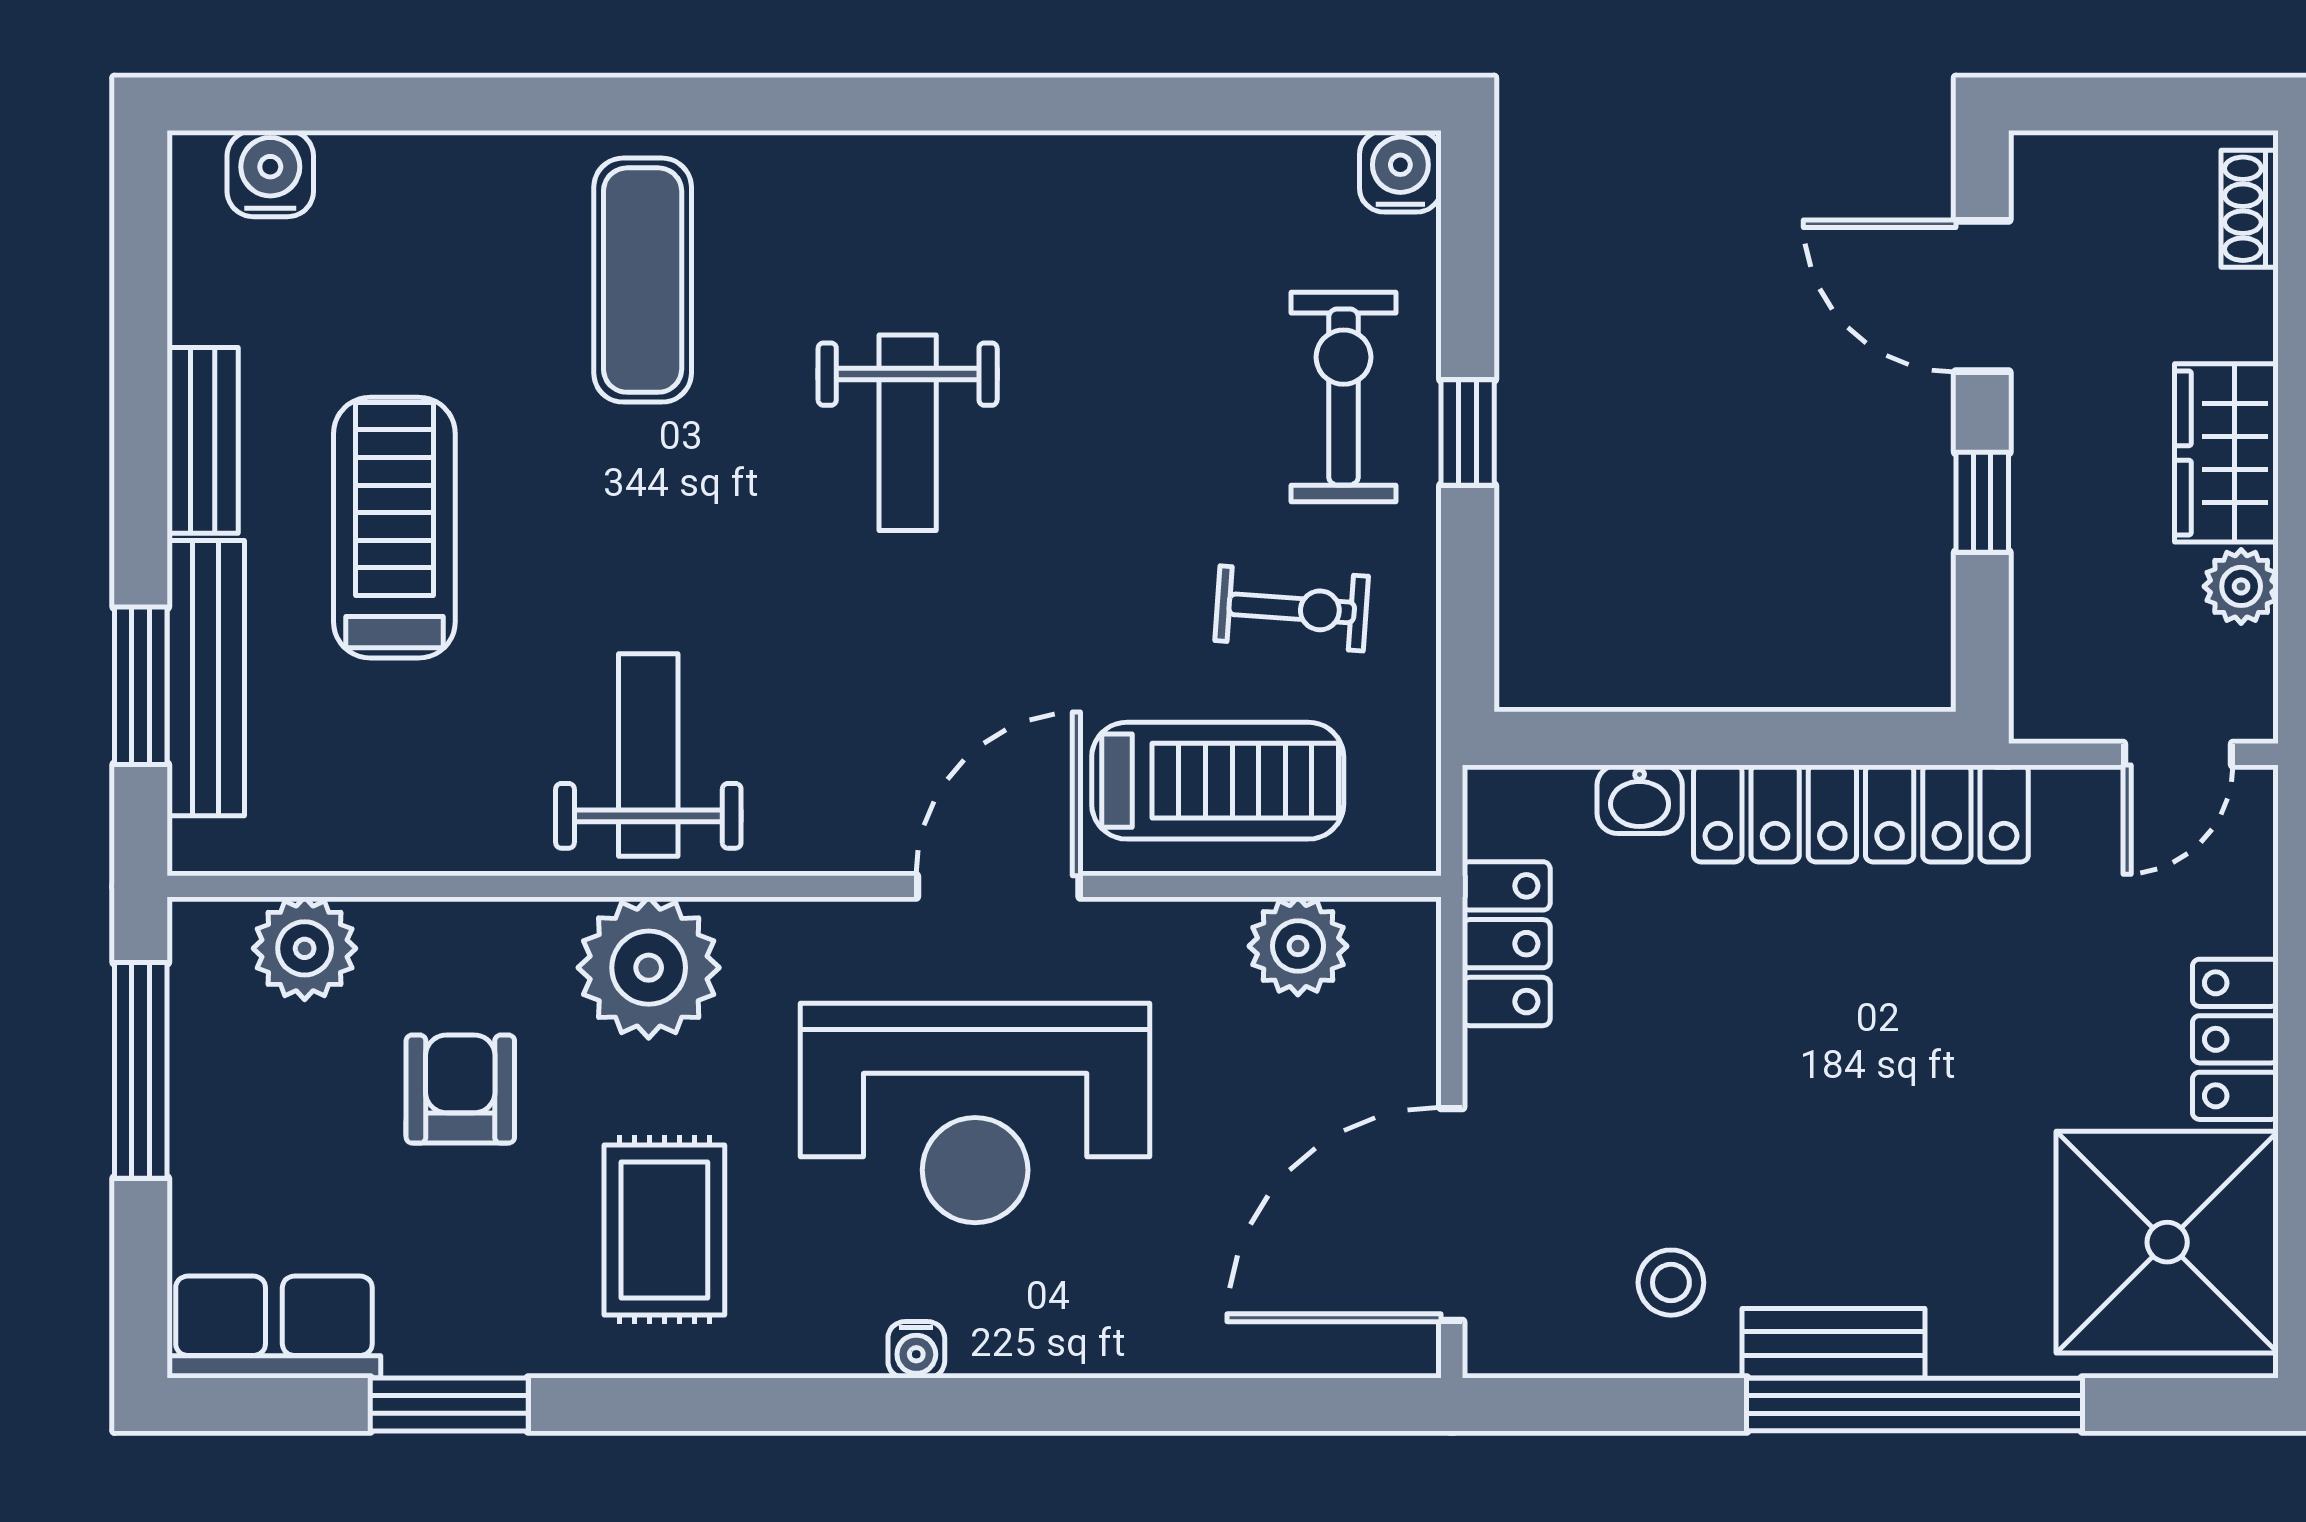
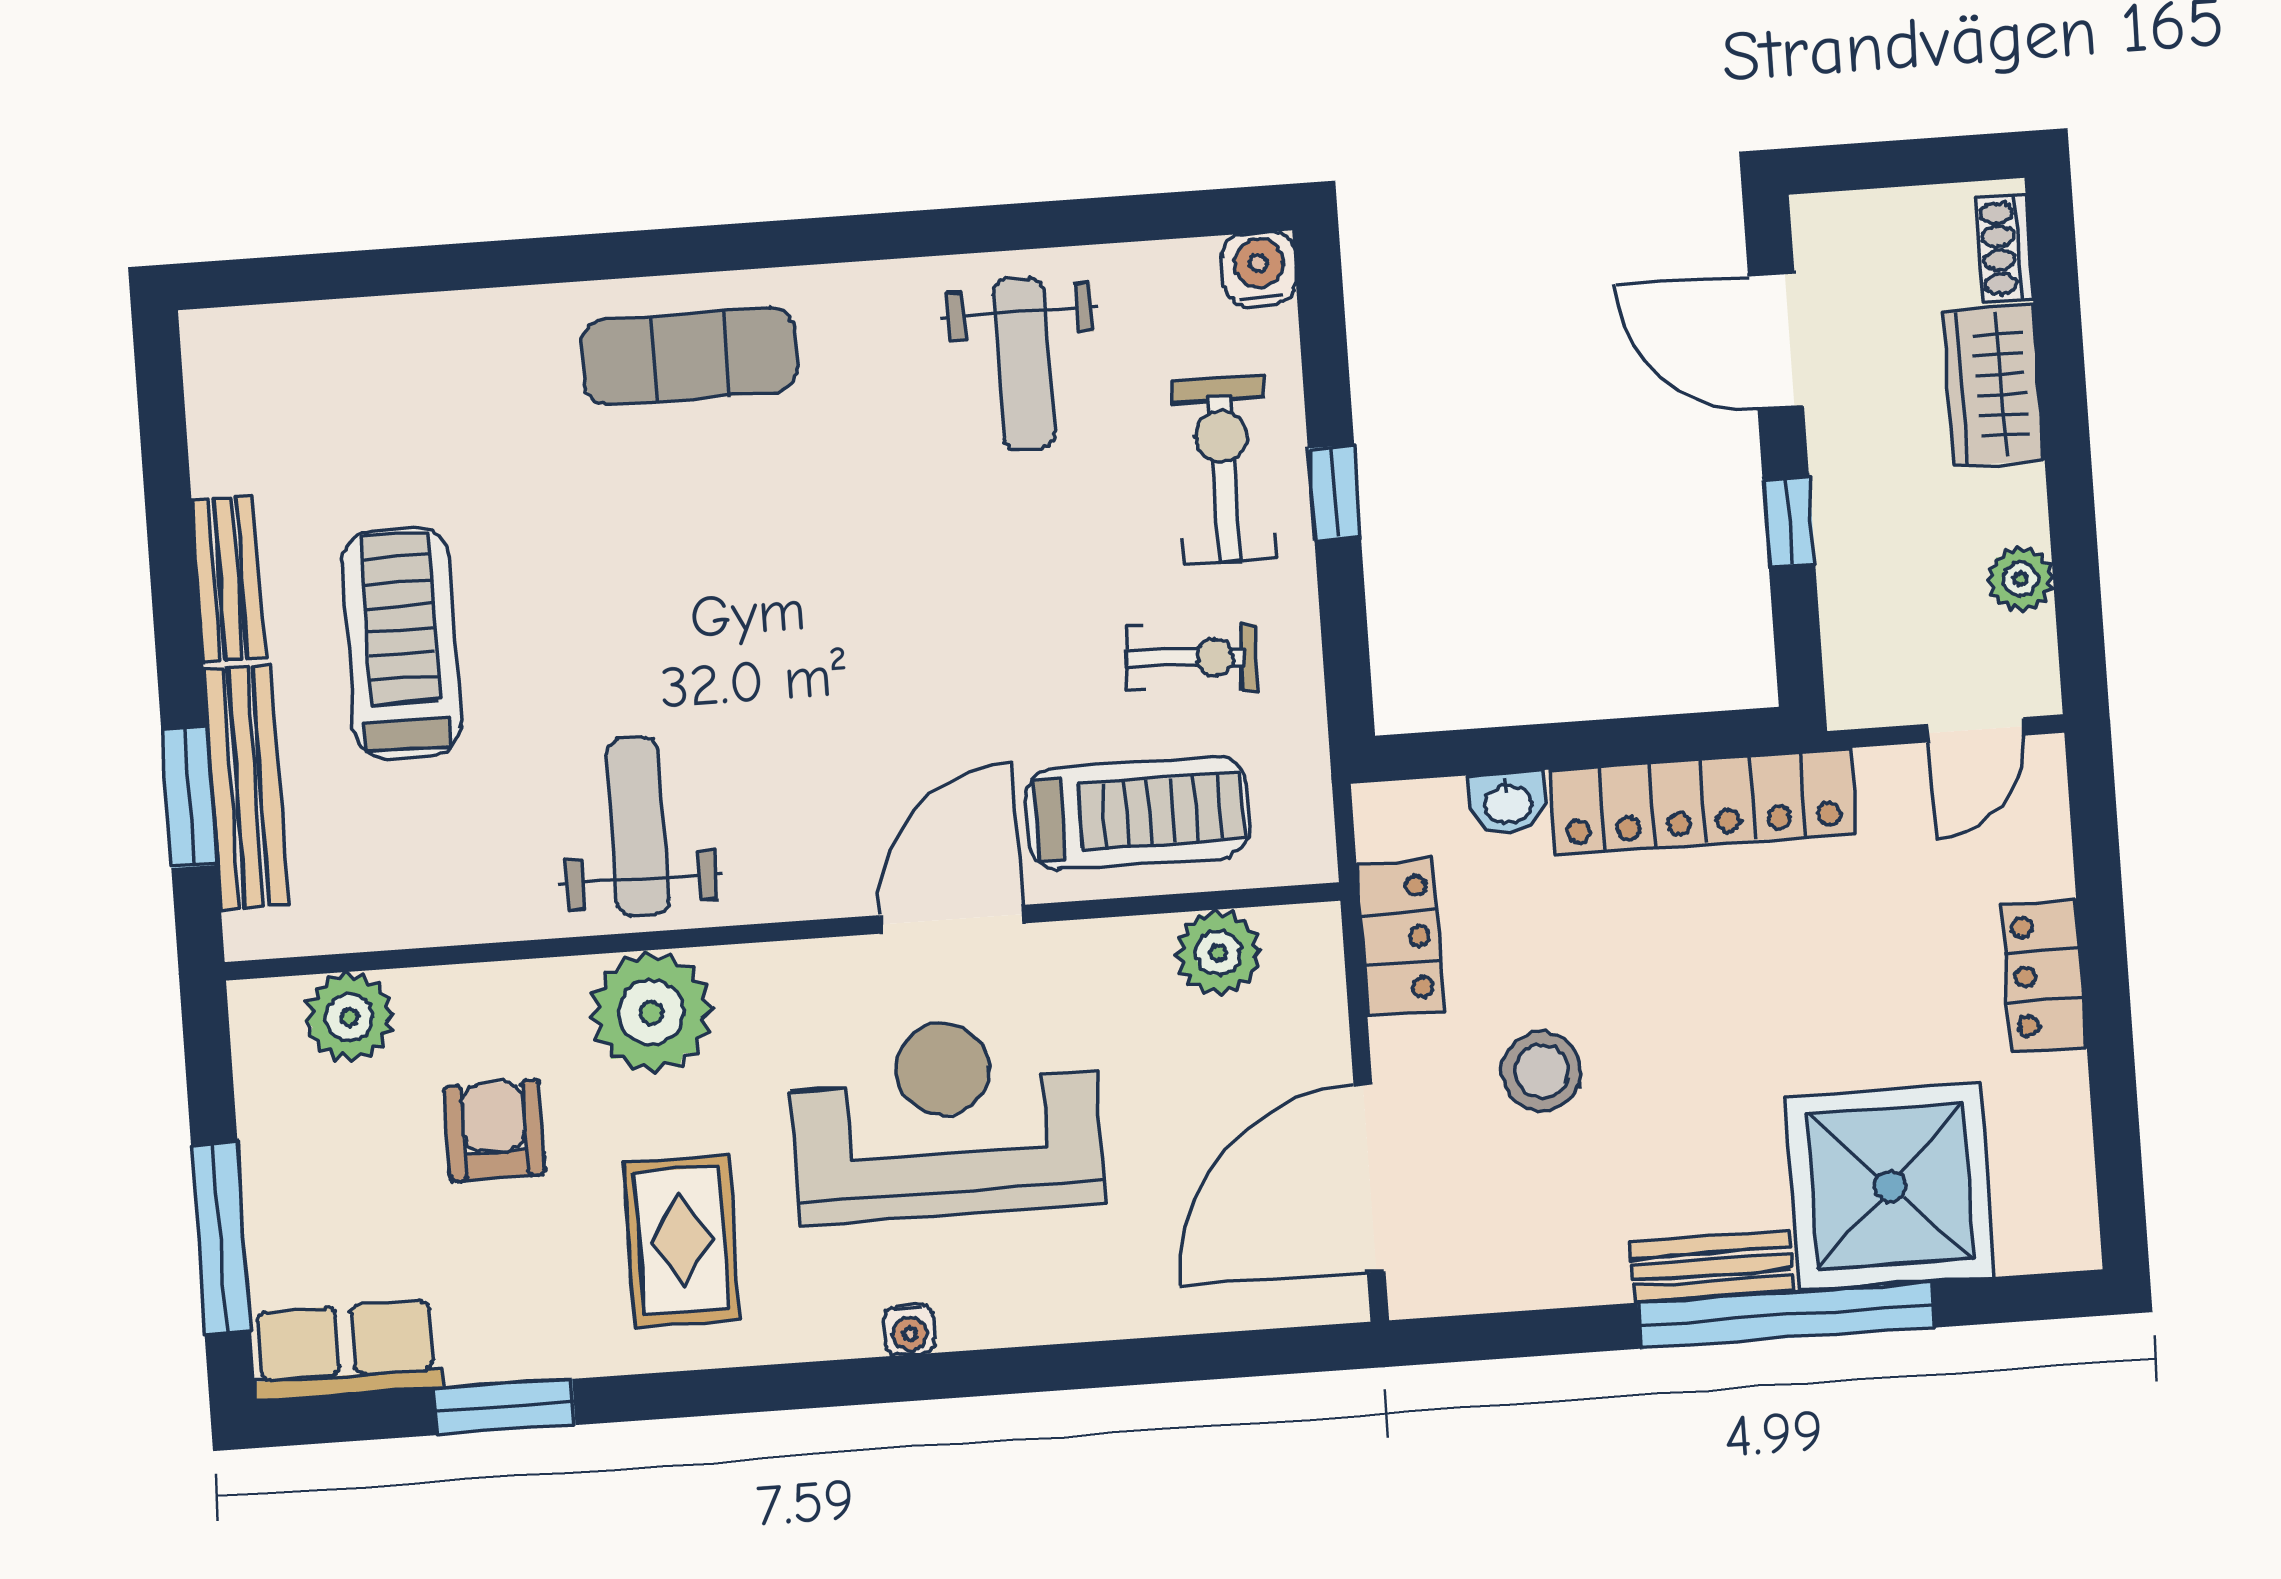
water cooler: (270, 174) -> (271, 341), removed
exercise mat: (643, 280) -> (690, 356), moved, turned 90
weight bench: (908, 433) -> (1024, 364), moved
wardrobe: (2226, 453) -> (1994, 385), moved
window: (141, 1070) -> (221, 1238), moved
reception desk: (975, 1113) -> (946, 1119), turned 180
shower: (2167, 1242) -> (1890, 1187), moved
stool: (1671, 1283) -> (1542, 1071), moved, width x1.37, depth x1.37

